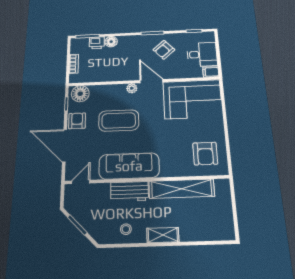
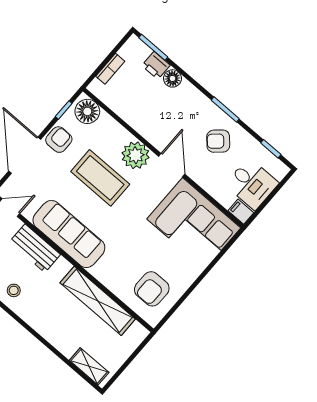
plant: (132, 88) -> (135, 155), width x1.88, depth x1.88
workbench: (129, 192) -> (35, 248), moved
shelving: (163, 235) -> (89, 366), moved

